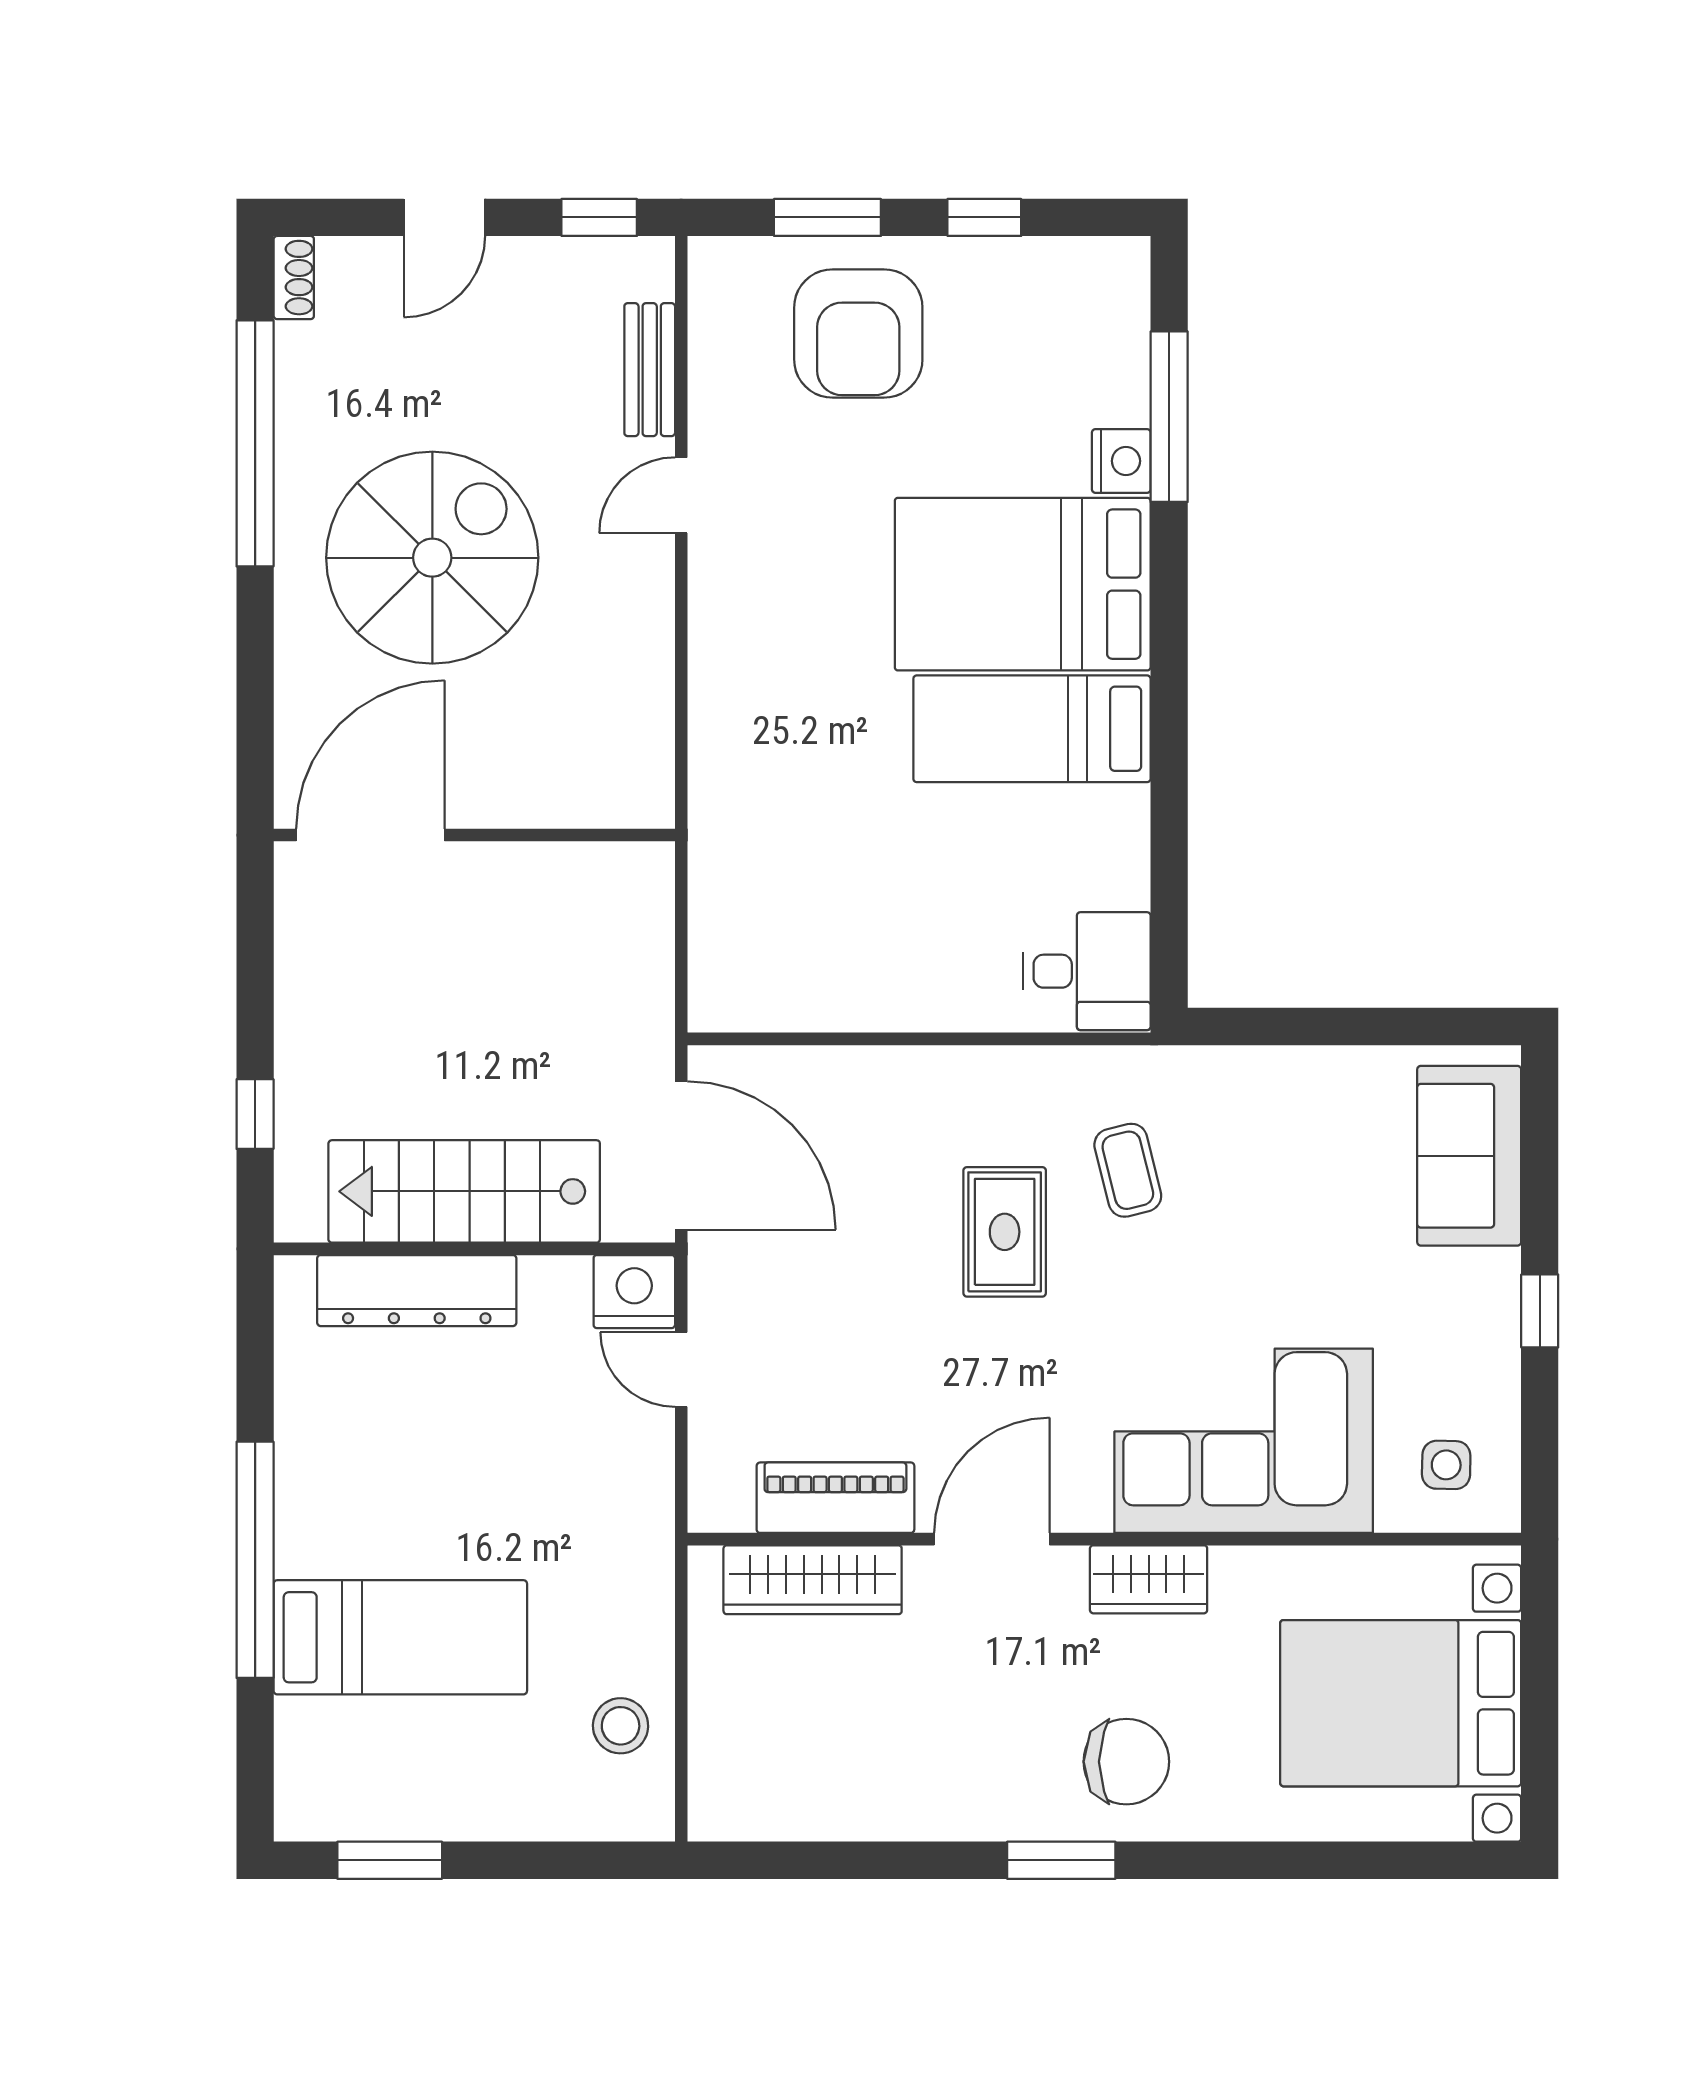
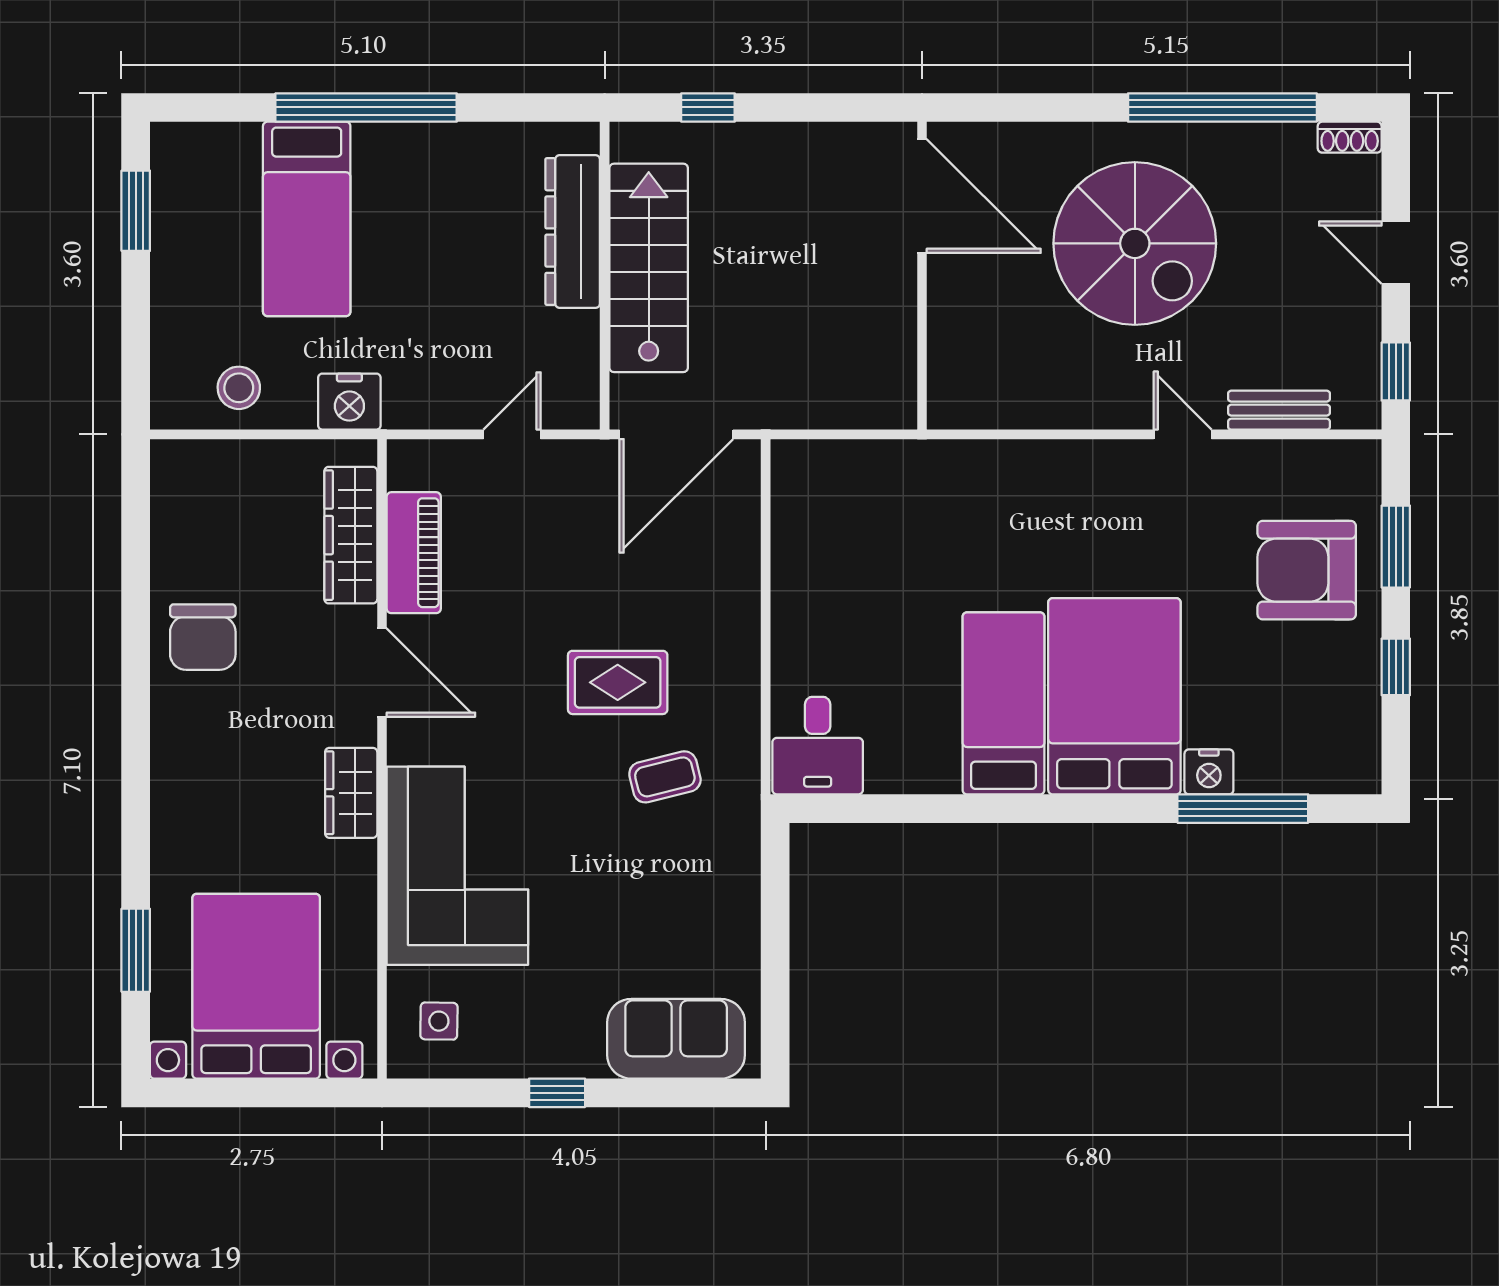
nightstand: (634, 1292) -> (349, 402), moved, turned 90
chair: (1126, 1762) -> (203, 637), moved
window: (1061, 1860) -> (136, 950), moved

